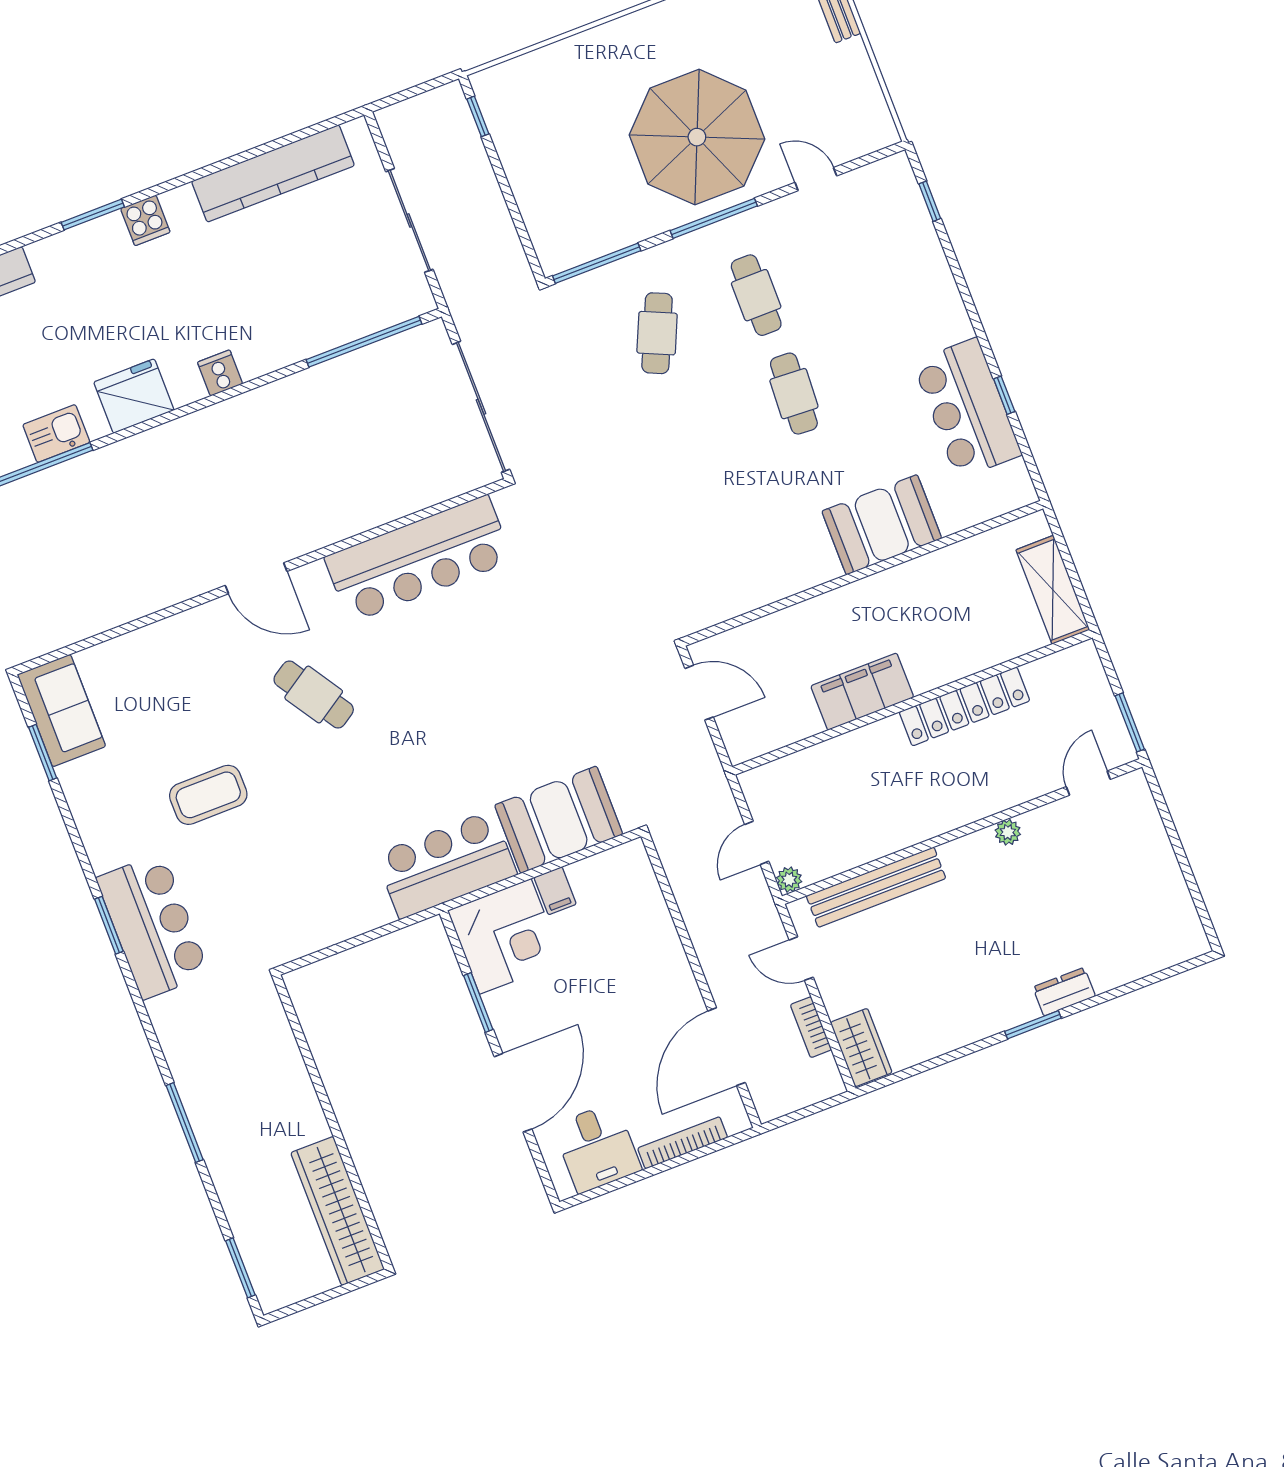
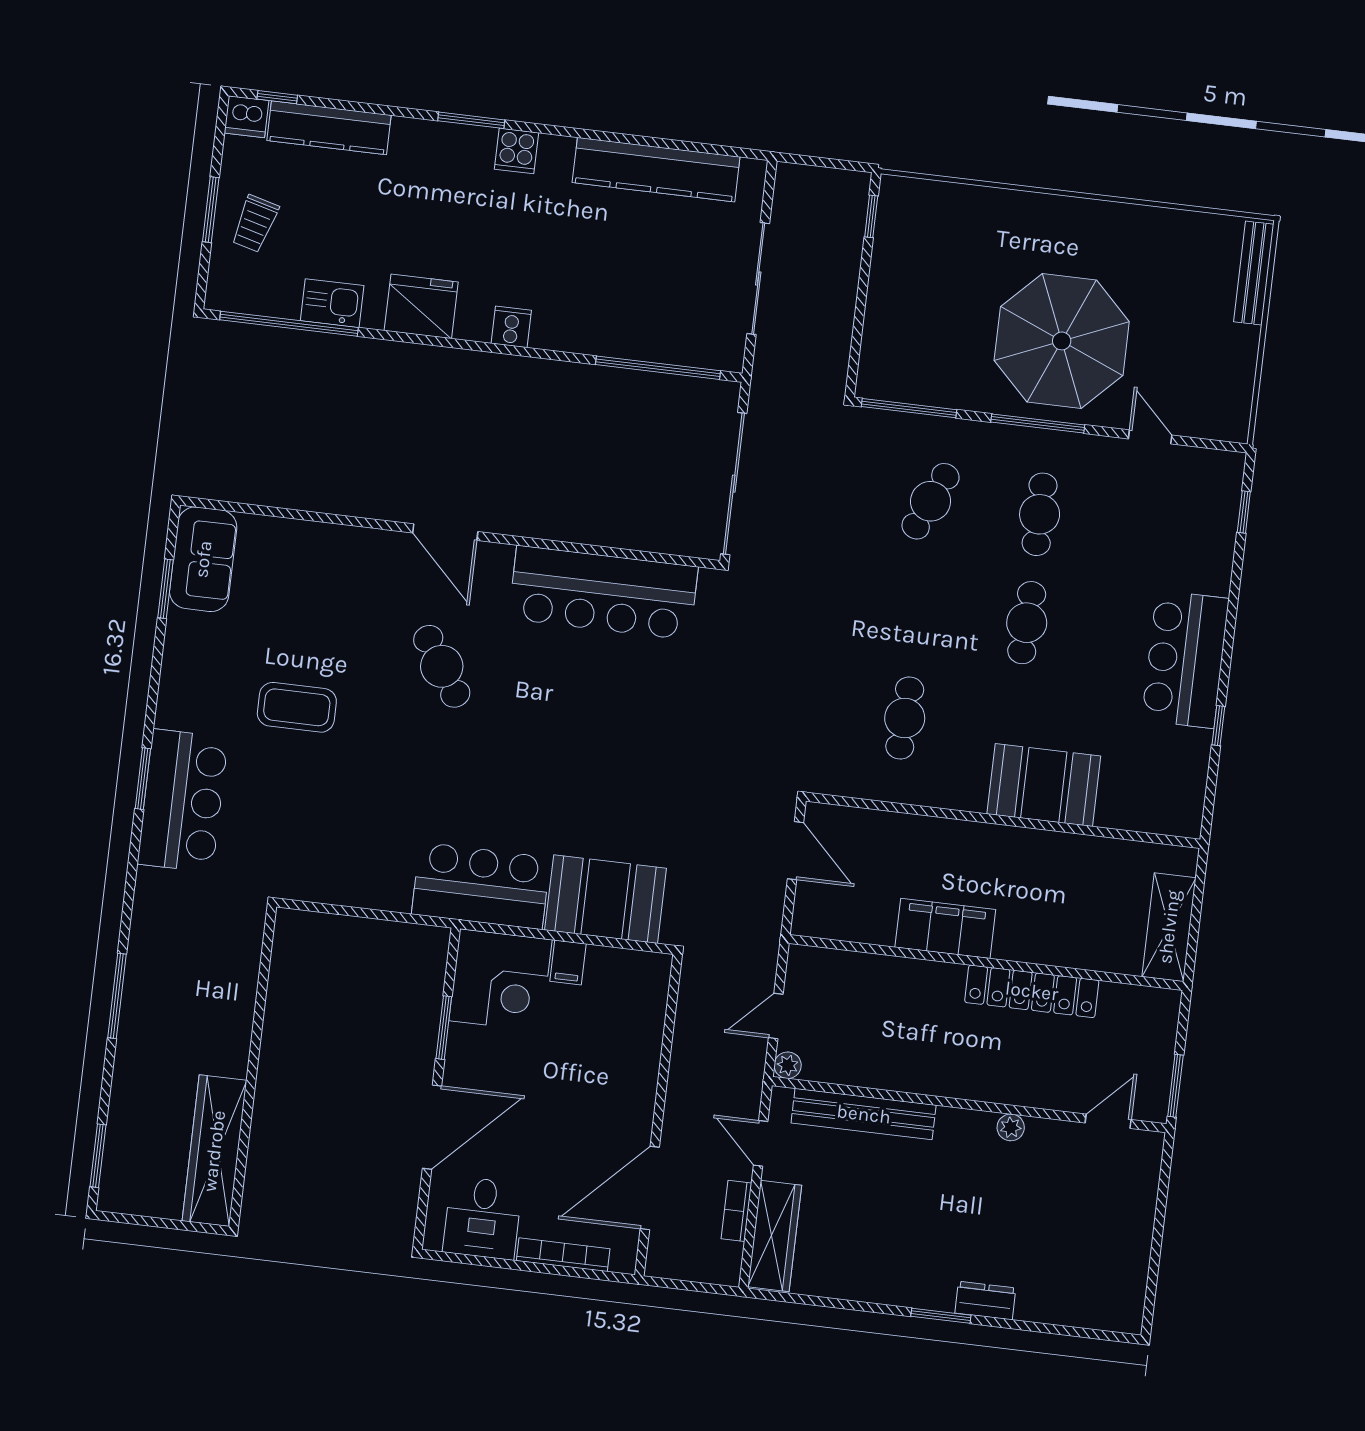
bar counter: (967, 408) -> (1185, 659), moved
cafe table: (733, 530) -> (905, 718), added
wardrobe: (861, 1048) -> (775, 1236), width x1.50

